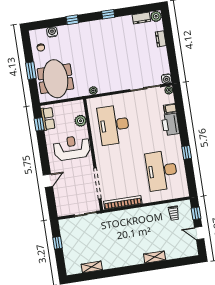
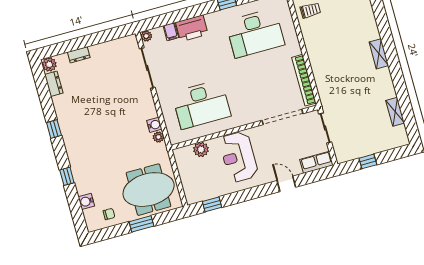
water cooler: (166, 79) -> (154, 125), moved
row of seats: (48, 119) -> (317, 162), moved
shelving: (155, 257) -> (379, 54), moved

